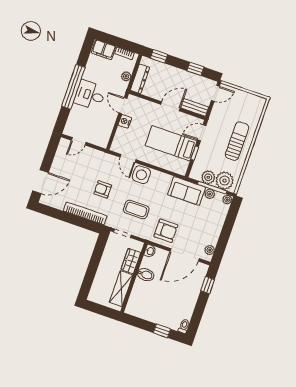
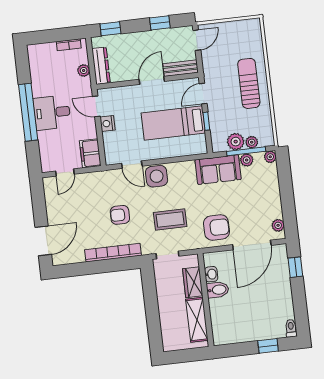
filing cabinet: (104, 50) -> (90, 153), moved, turned 90
plant: (225, 181) -> (252, 142), width x0.53, depth x0.53
washbasin: (150, 251) -> (211, 274), moved

